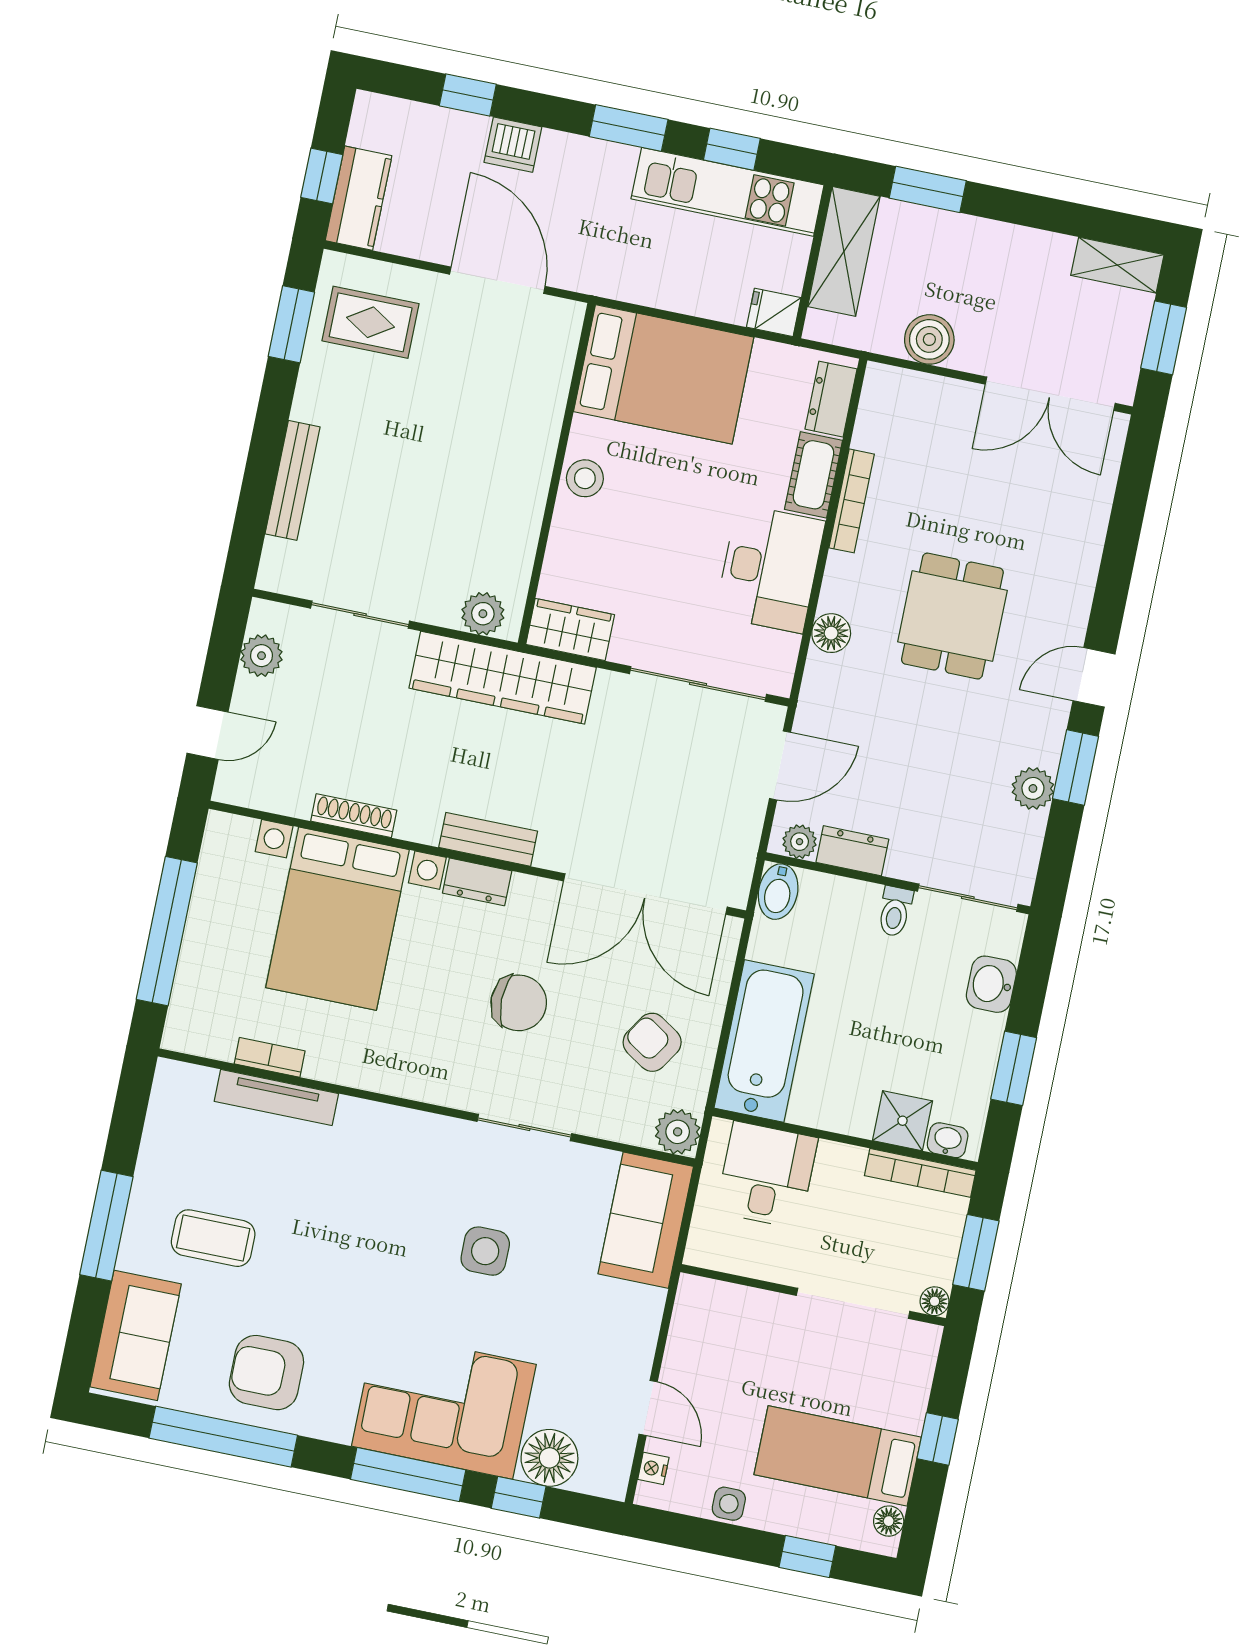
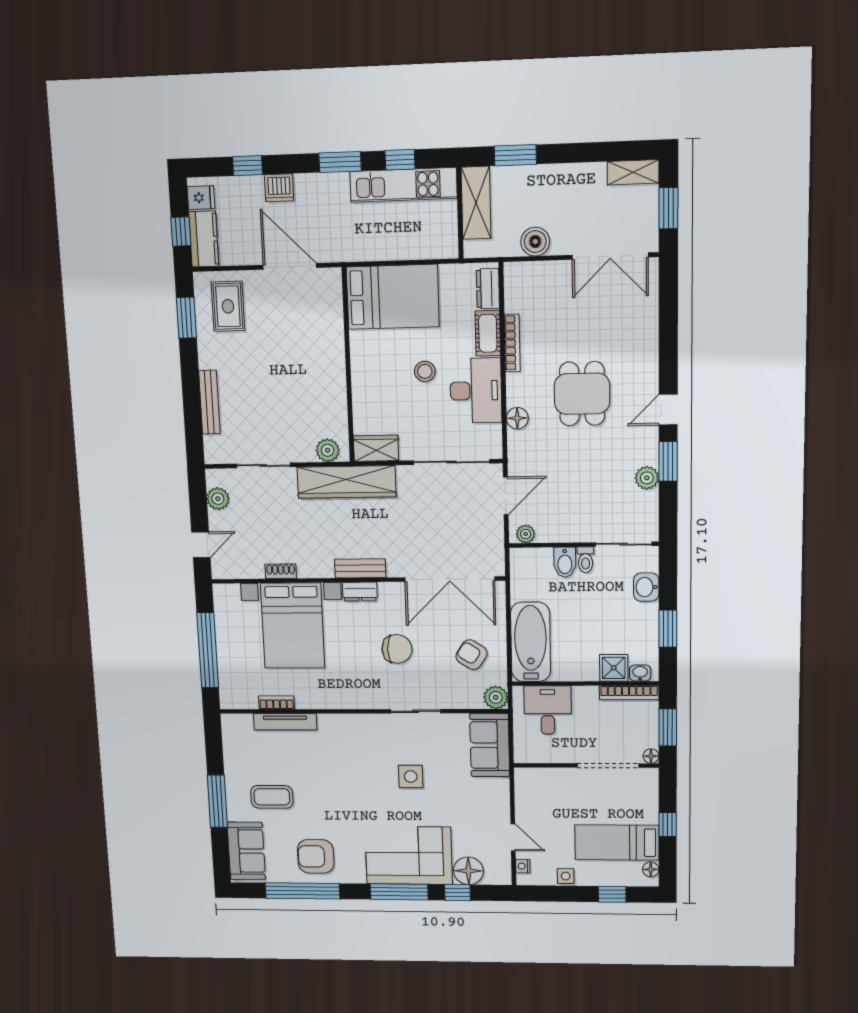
fridge: (774, 312) -> (201, 198), moved, turned 180
rug: (371, 322) -> (228, 306), turned 90
stool: (585, 478) -> (425, 371), moved
shoe rack: (354, 816) -> (281, 571), width x0.70
dresser: (852, 851) -> (555, 533), removed
bidet: (778, 892) -> (565, 562), moved

